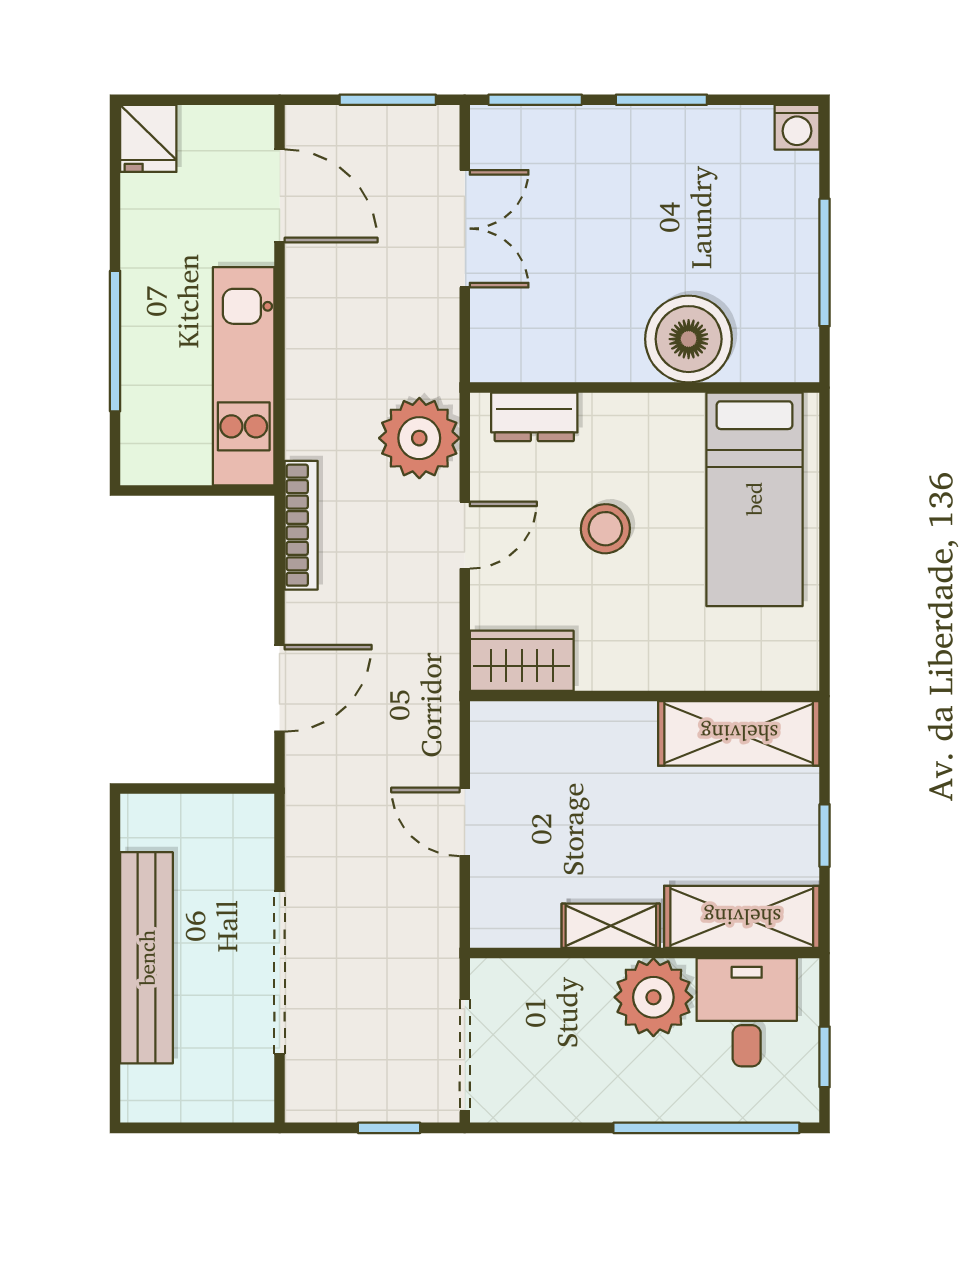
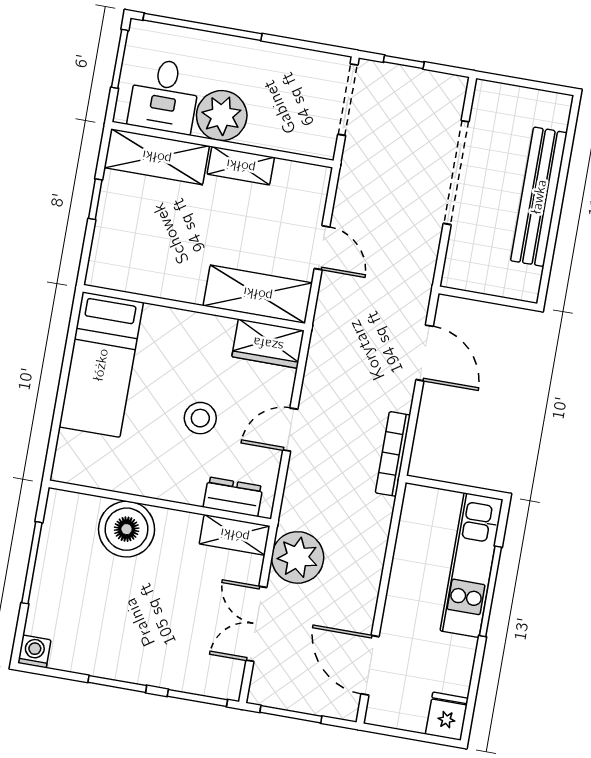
shelving: (522, 359) -> (235, 535), added
kitchen unit: (244, 376) -> (472, 565), moved, turned 180
plant: (419, 438) -> (298, 557), moved
bed: (754, 499) -> (101, 365), moved, turned 180
door: (280, 688) -> (425, 353), swing flipped
shelving: (739, 733) -> (258, 294), moved
window: (825, 1057) -> (120, 59), width x1.50

